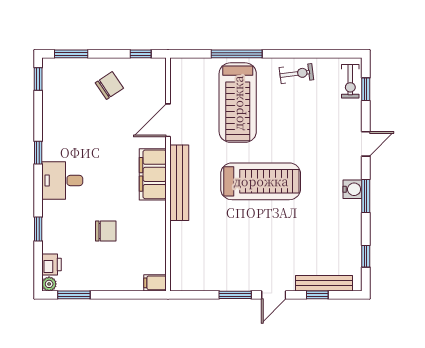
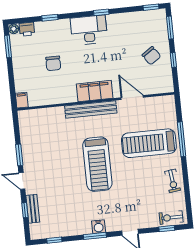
window: (141, 54) -> (173, 60), moved
desk: (62, 180) -> (89, 30), width x1.37
bench: (324, 283) -> (33, 209), width x0.73

